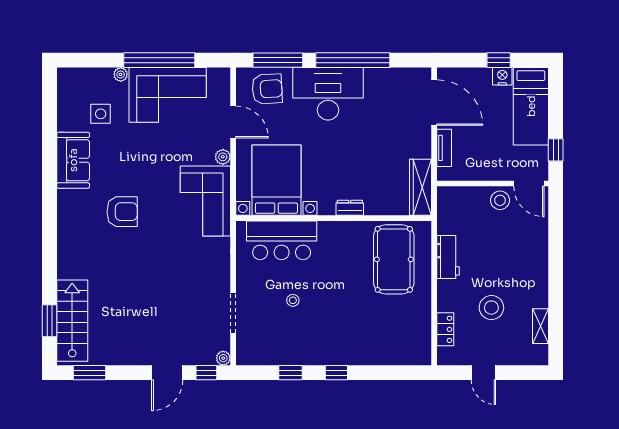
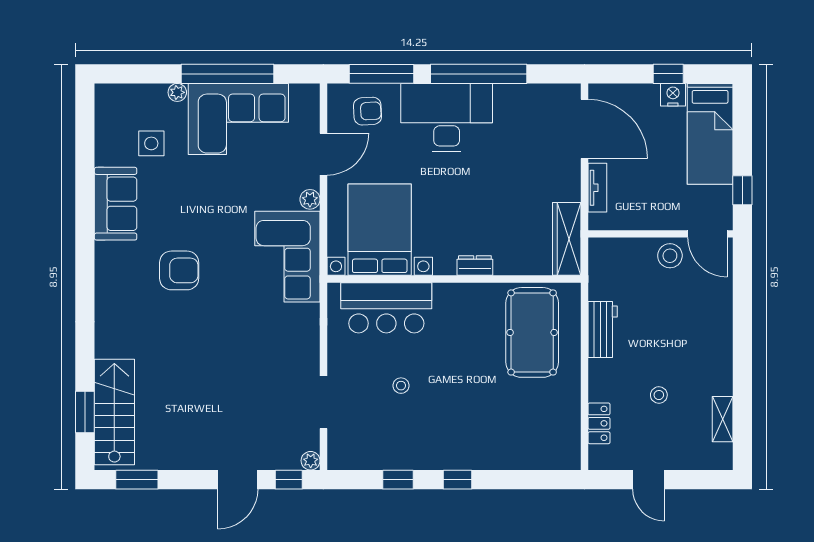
armchair: (267, 89) -> (368, 111), width x0.72, depth x0.72
door: (233, 122) -> (323, 154), hinge flipped
stool: (491, 308) -> (659, 395), width x0.53, depth x0.53

